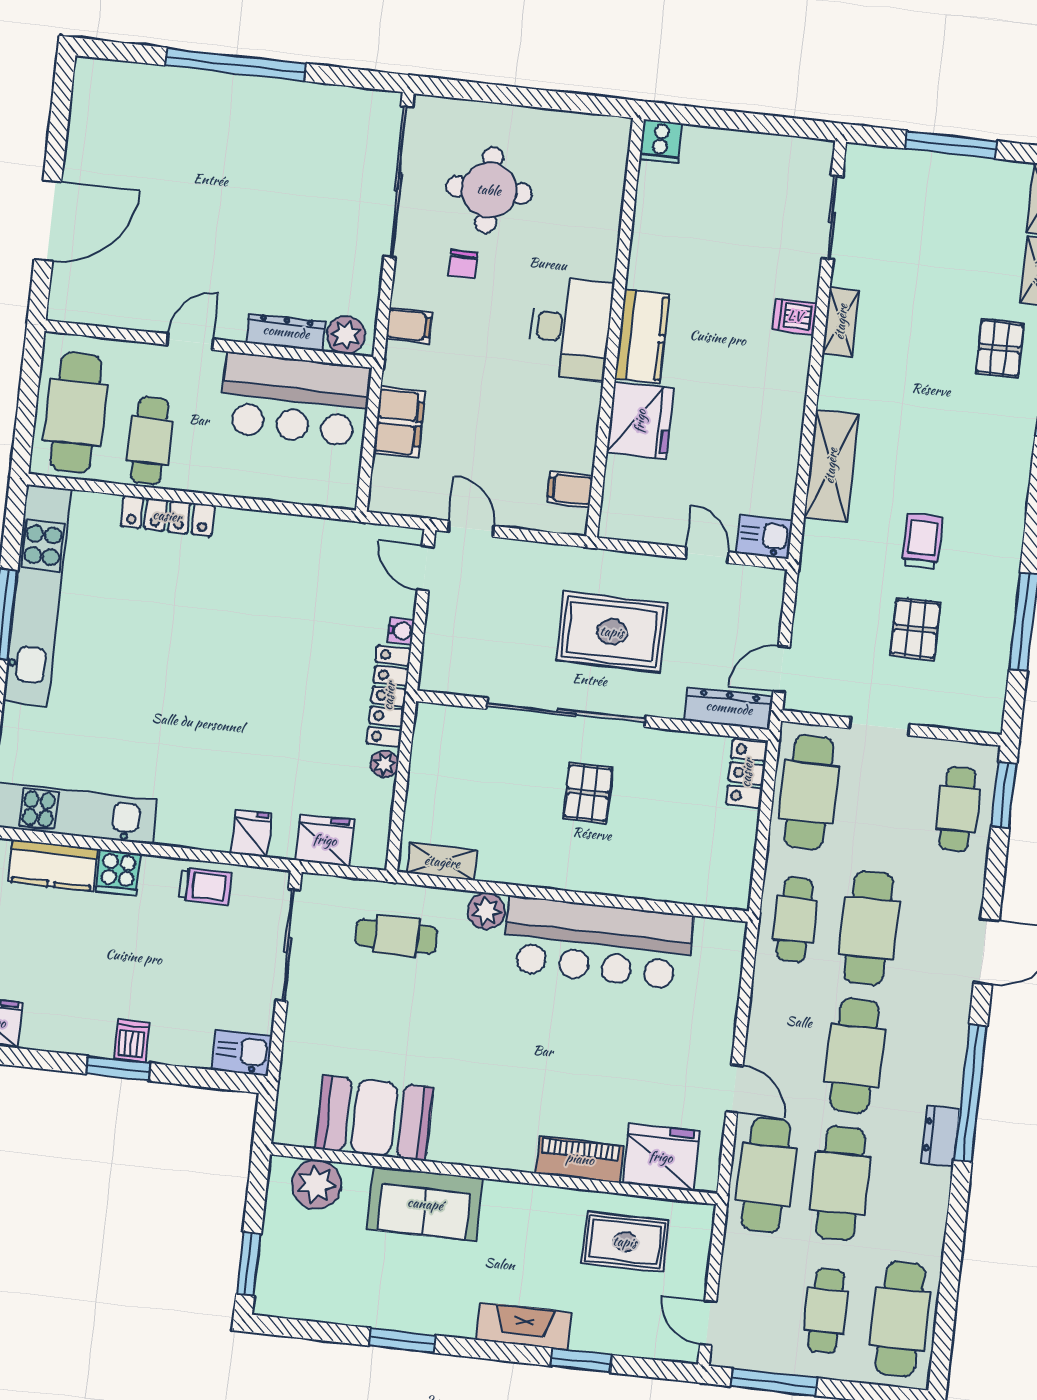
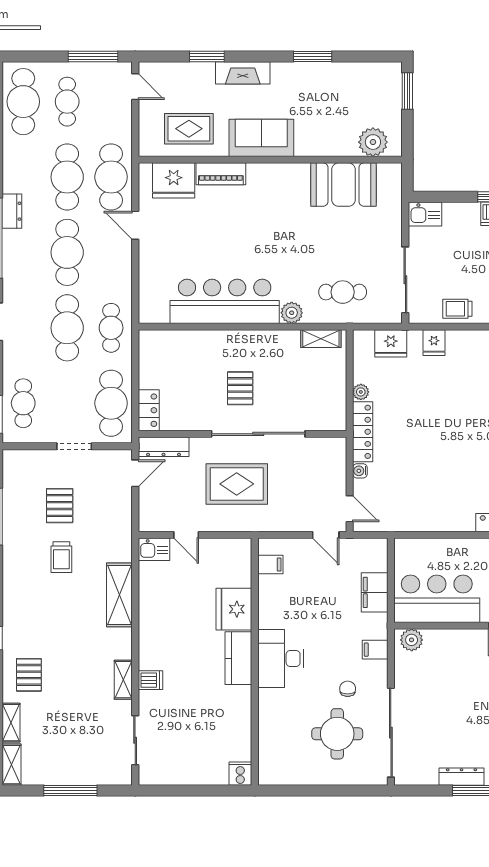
dresser: (286, 332) -> (462, 777), moved, turned 180
sofa: (425, 1204) -> (261, 138), moved

